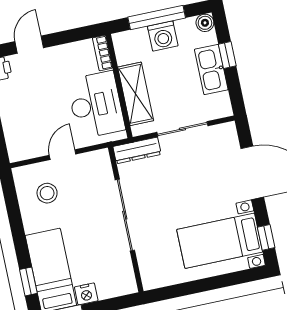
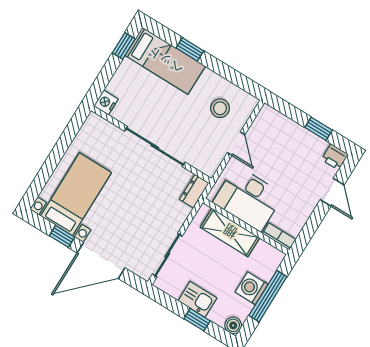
kitchen sink: (211, 70) -> (197, 299), width x0.73
sliding door: (182, 129) -> (167, 255), moved
dresser: (137, 150) -> (194, 191), width x0.70
window: (266, 237) -> (62, 236), moved
window: (28, 281) -> (190, 49), moved
nightstand: (86, 294) -> (106, 103), moved

